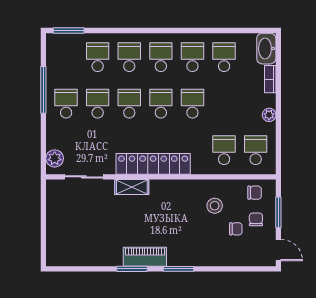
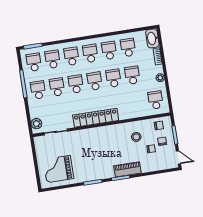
school desk: (66, 57) -> (34, 62), added
school desk: (224, 150) -> (132, 75), moved
shelving: (132, 187) -> (85, 134), removed
grand piano: (79, 238) -> (58, 169), added
piano: (145, 257) -> (127, 169), moved

